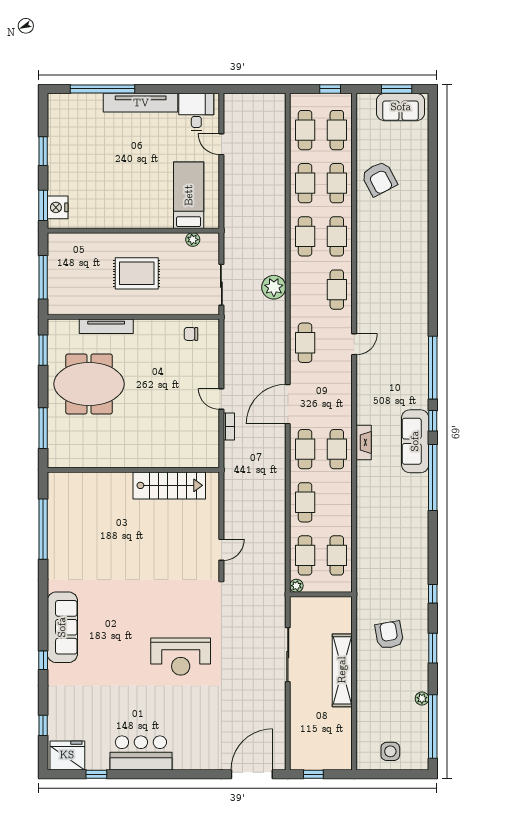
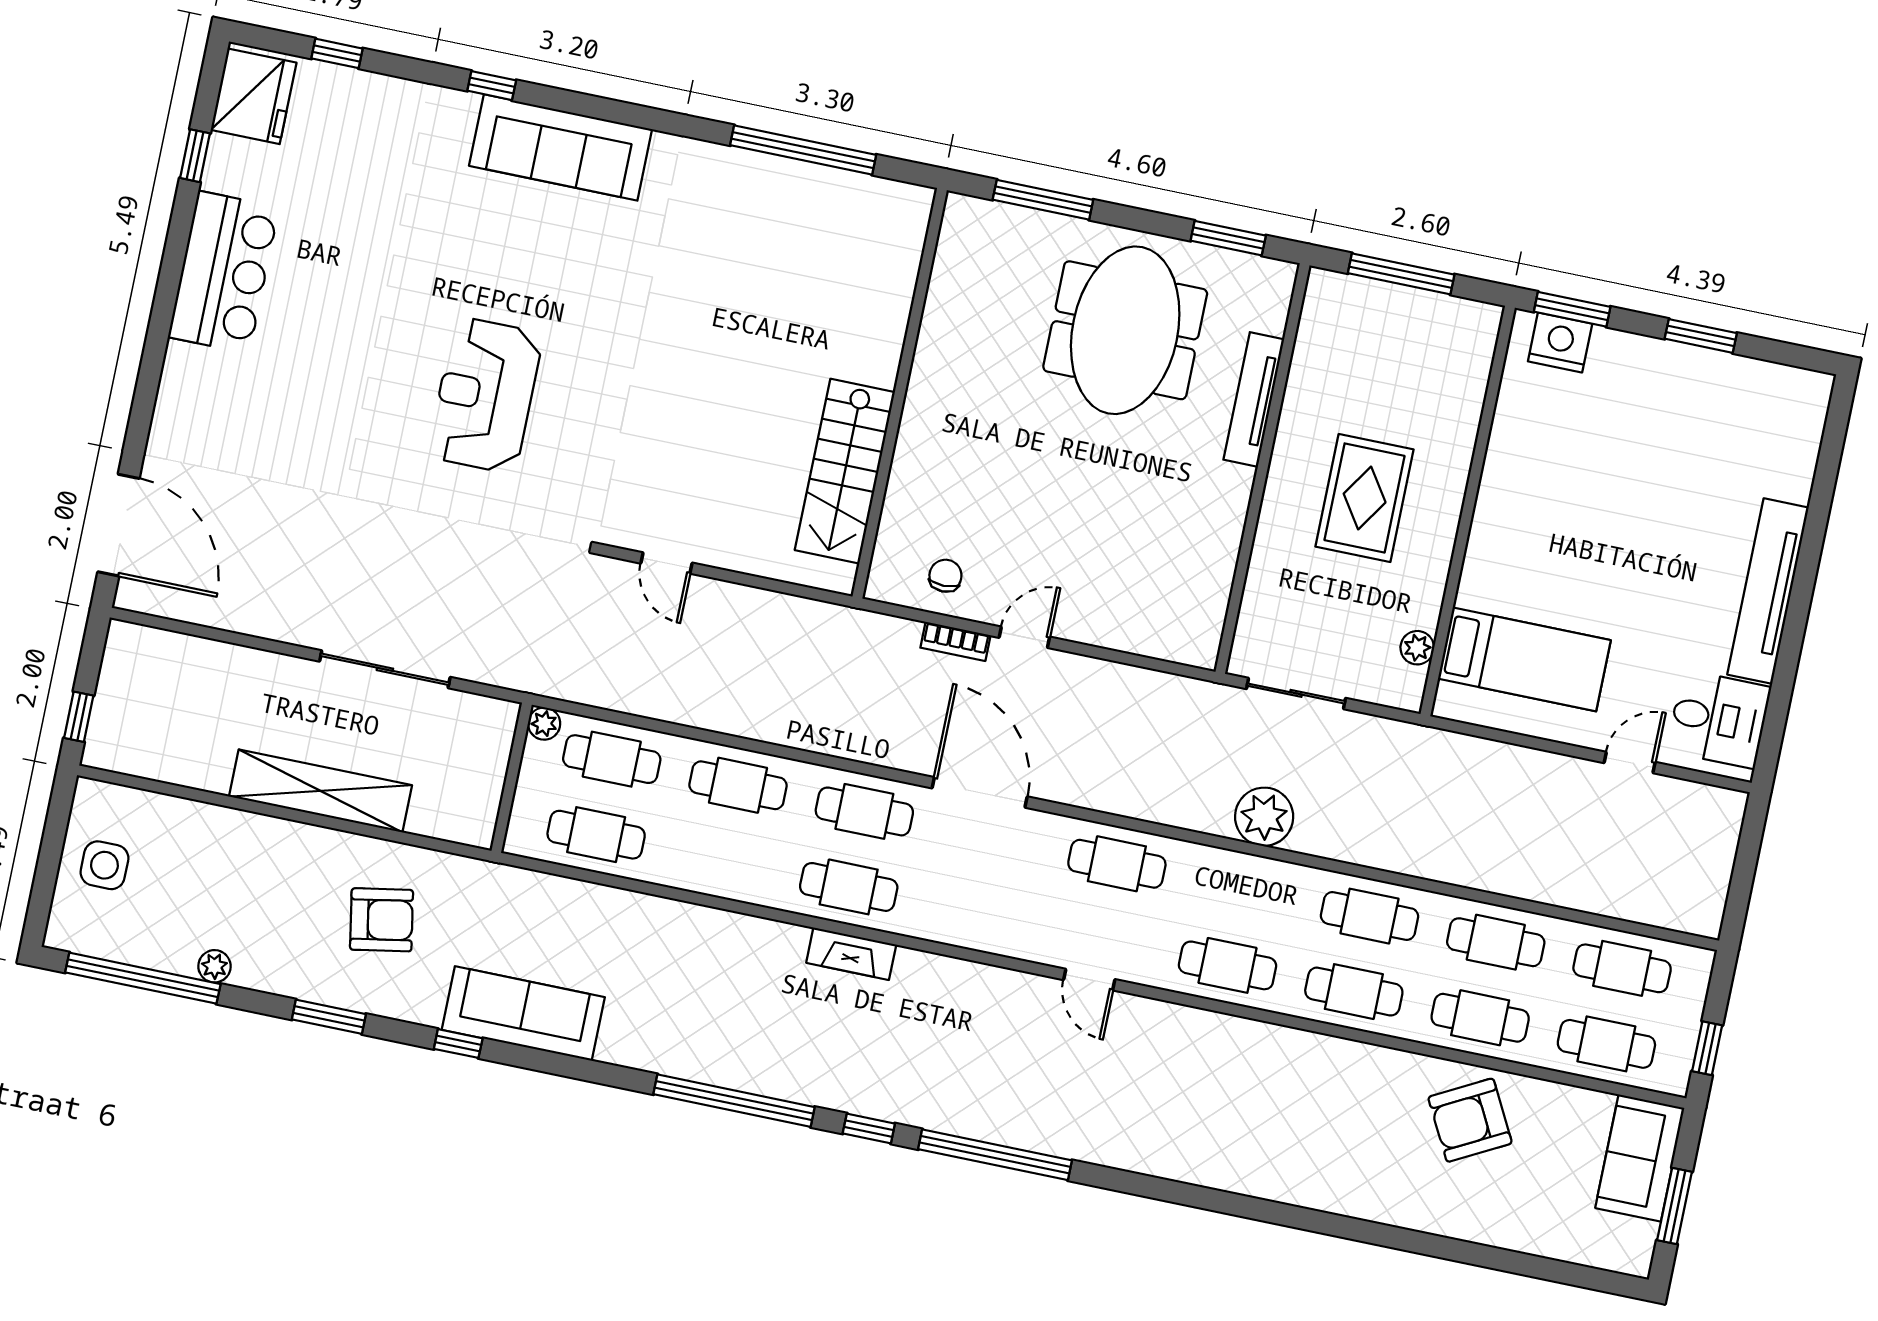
window: (102, 89) -> (1819, 507), removed
sofa: (401, 107) -> (1640, 1158), moved
chair: (191, 334) -> (945, 576), moved
sofa: (415, 441) -> (523, 1013), moved
reception desk: (181, 657) -> (485, 395), moved
window: (313, 774) -> (79, 717), moved

